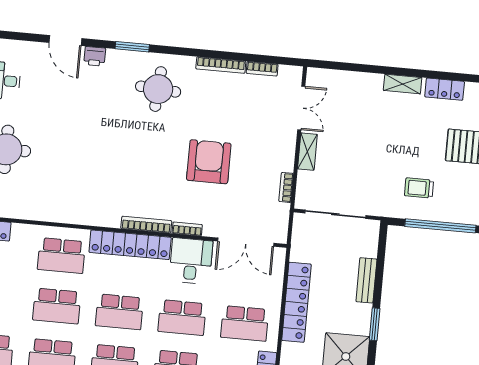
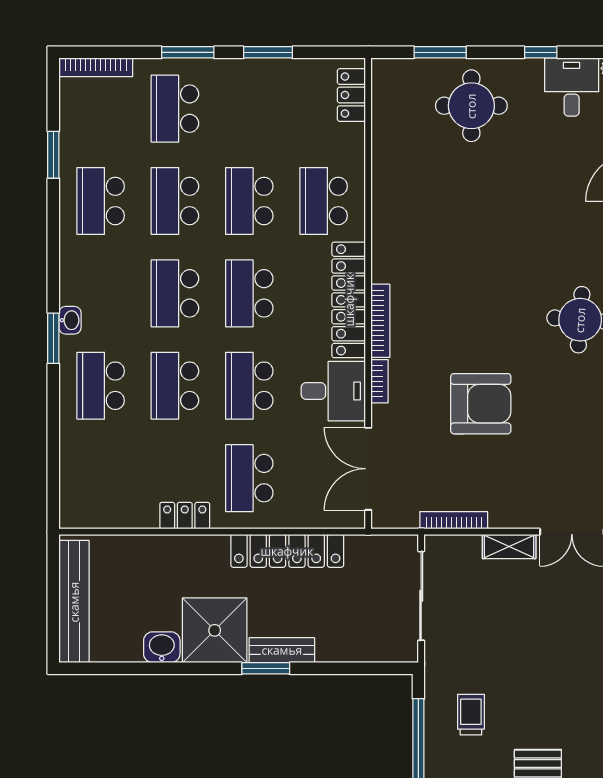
bookcase: (286, 187) -> (454, 520), width x1.56
bench: (366, 280) -> (282, 650), moved

